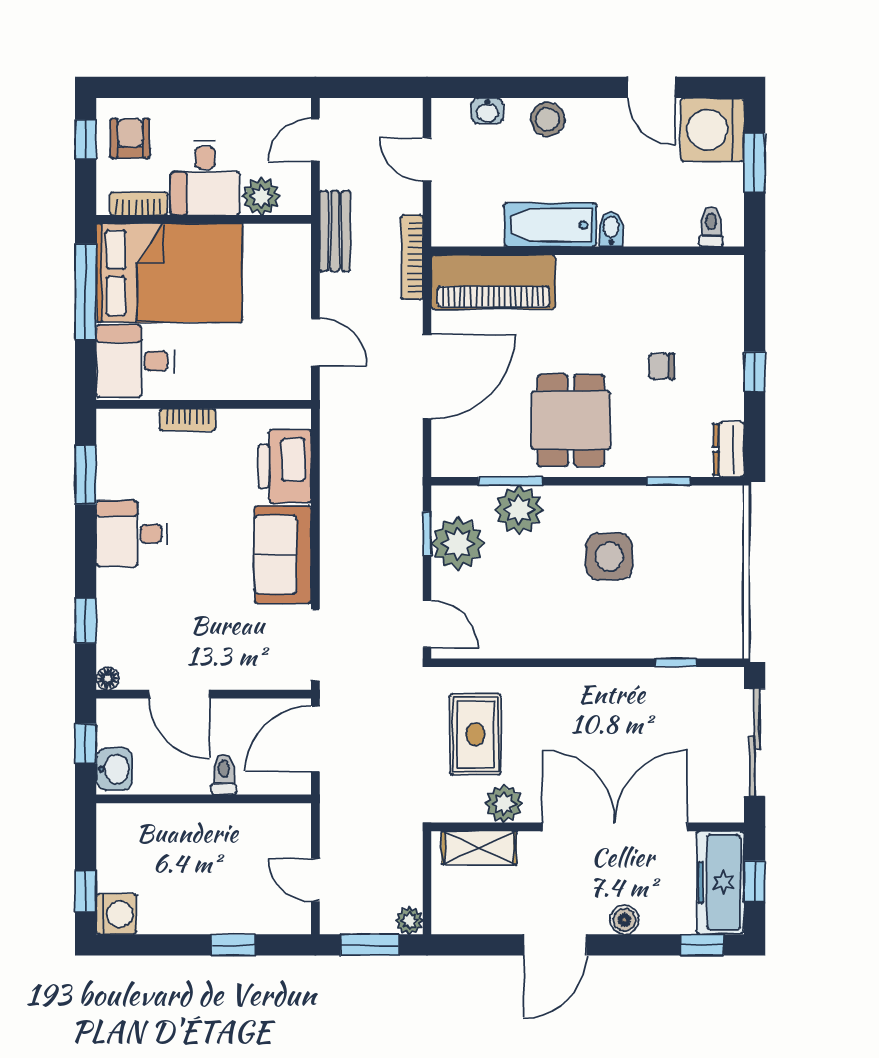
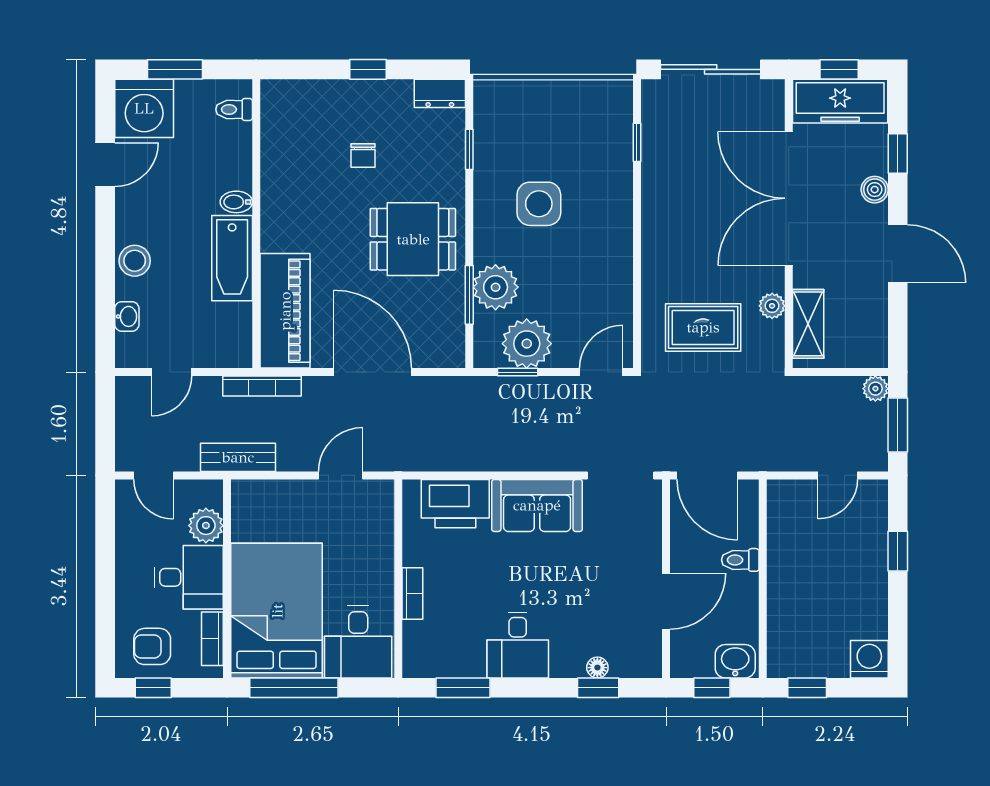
floor lamp: (107, 679) -> (597, 668), moved
plant: (504, 804) -> (772, 306), width x0.73, depth x0.73
window: (86, 891) -> (807, 688), moved
window: (702, 945) -> (898, 153), moved

